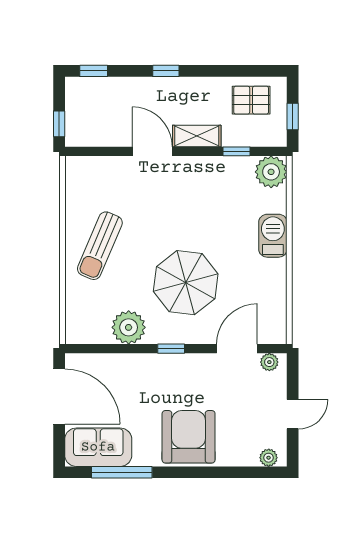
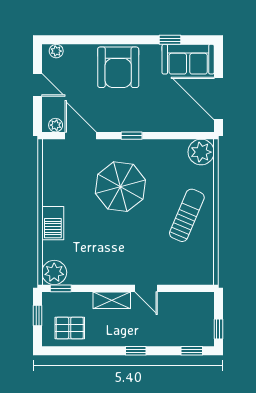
window: (59, 124) -> (218, 329), moved
door: (152, 151) -> (146, 288), width x0.73
window: (237, 151) -> (61, 288), moved
plant: (129, 327) -> (201, 152), moved
door: (237, 349) -> (81, 136), swing flipped
door: (293, 414) -> (38, 85), swing flipped
window: (122, 472) -> (170, 40), width x0.46

